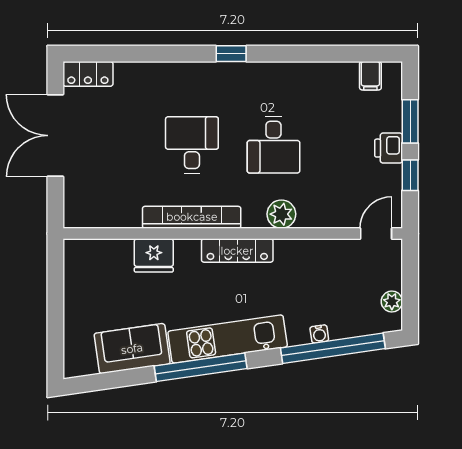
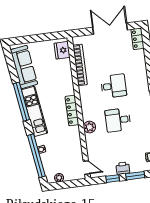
bookcase: (192, 217) -> (80, 65), moved
fridge: (154, 255) -> (62, 50), moved
sofa: (132, 349) -> (24, 67), width x1.36

